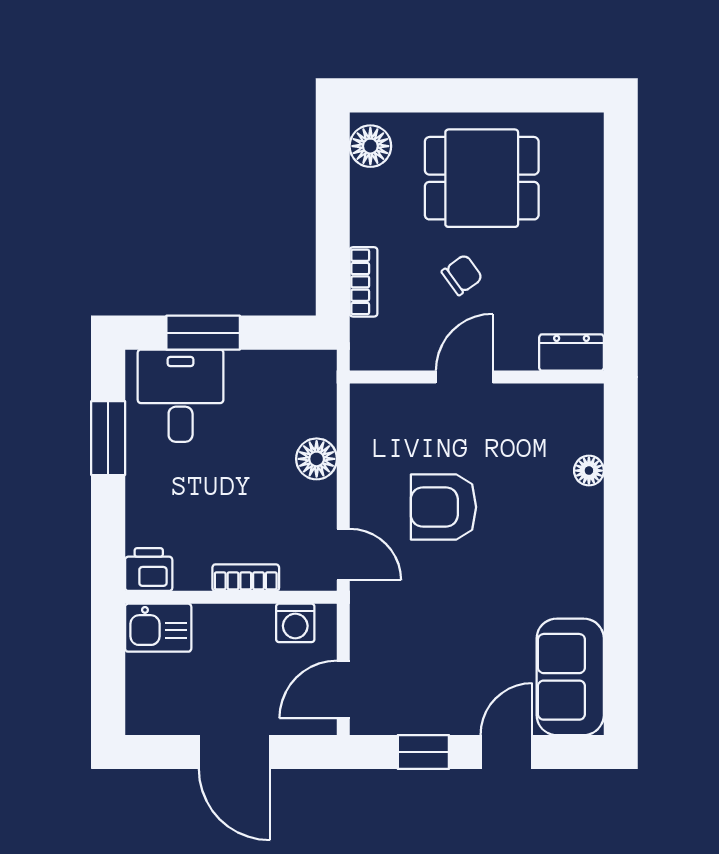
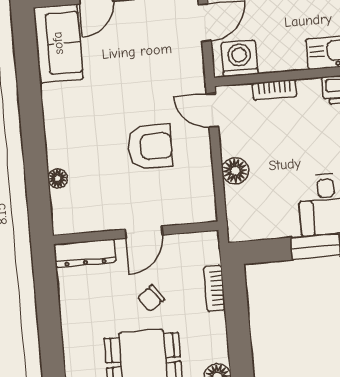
dresser: (572, 353) -> (85, 253), width x1.44
washing machine: (295, 623) -> (239, 58), width x1.38, depth x1.38

